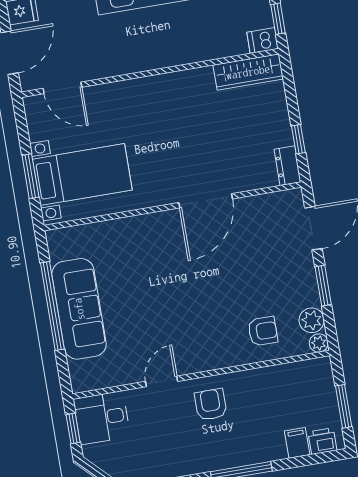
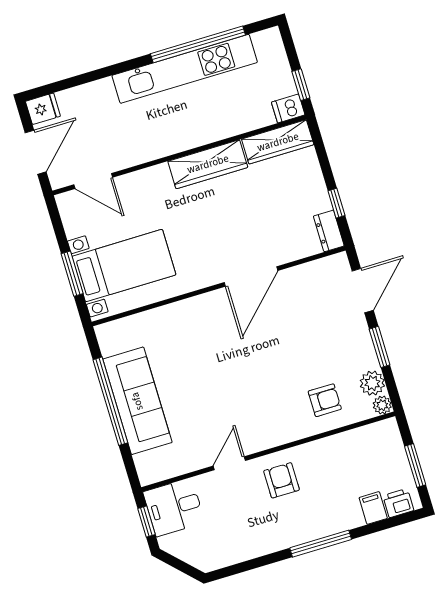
wardrobe: (177, 85) -> (208, 164), added

